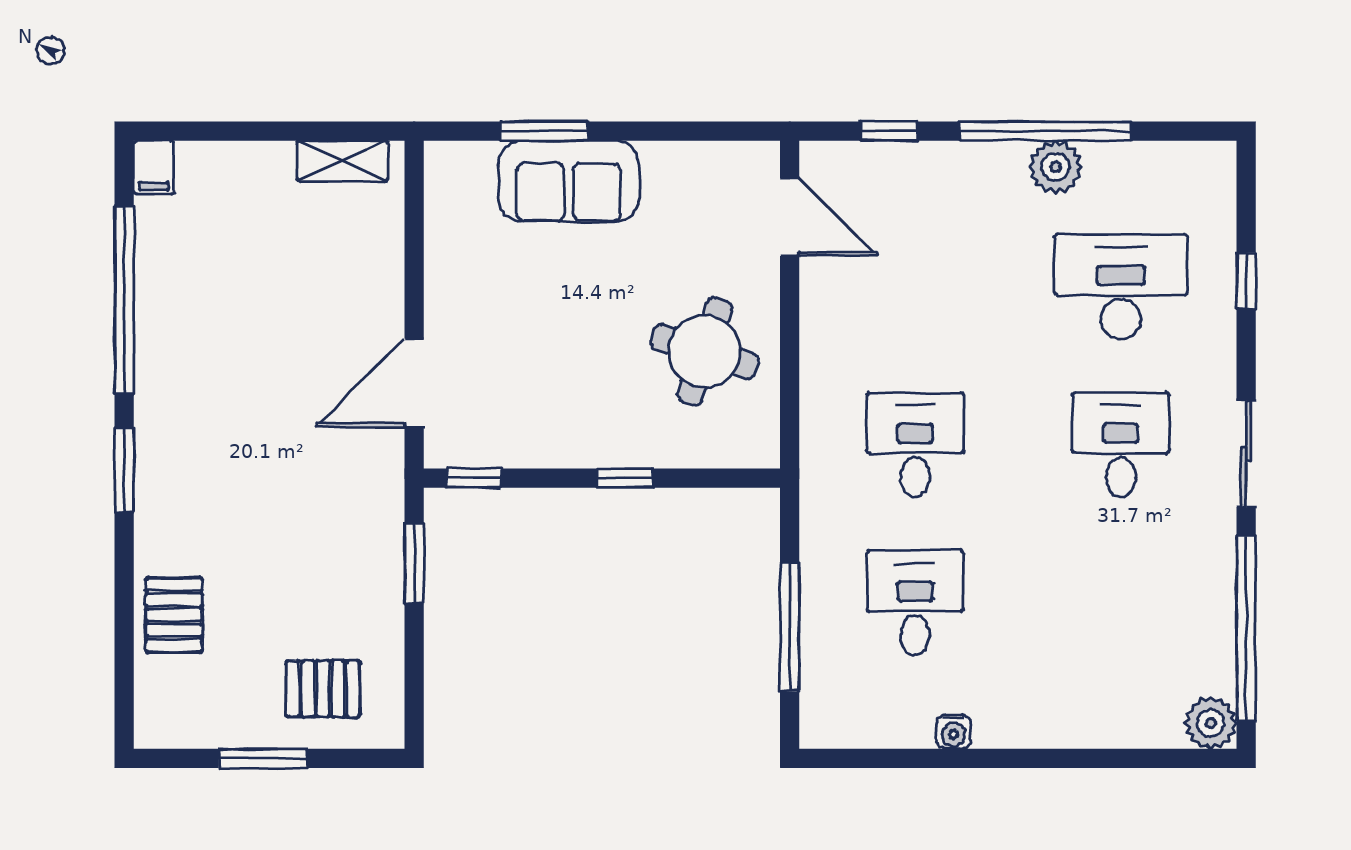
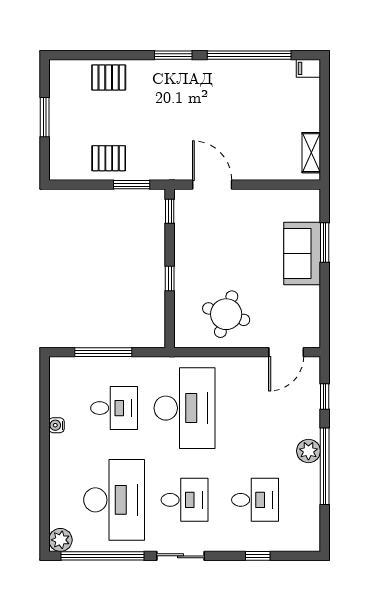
plant: (1055, 167) -> (308, 451), moved
desk: (1121, 287) -> (255, 500), width x0.73
desk: (915, 445) -> (185, 408), width x1.87, depth x1.30
desk: (1121, 603) -> (114, 500), added
pallet: (323, 689) -> (109, 158), moved, turned 90

